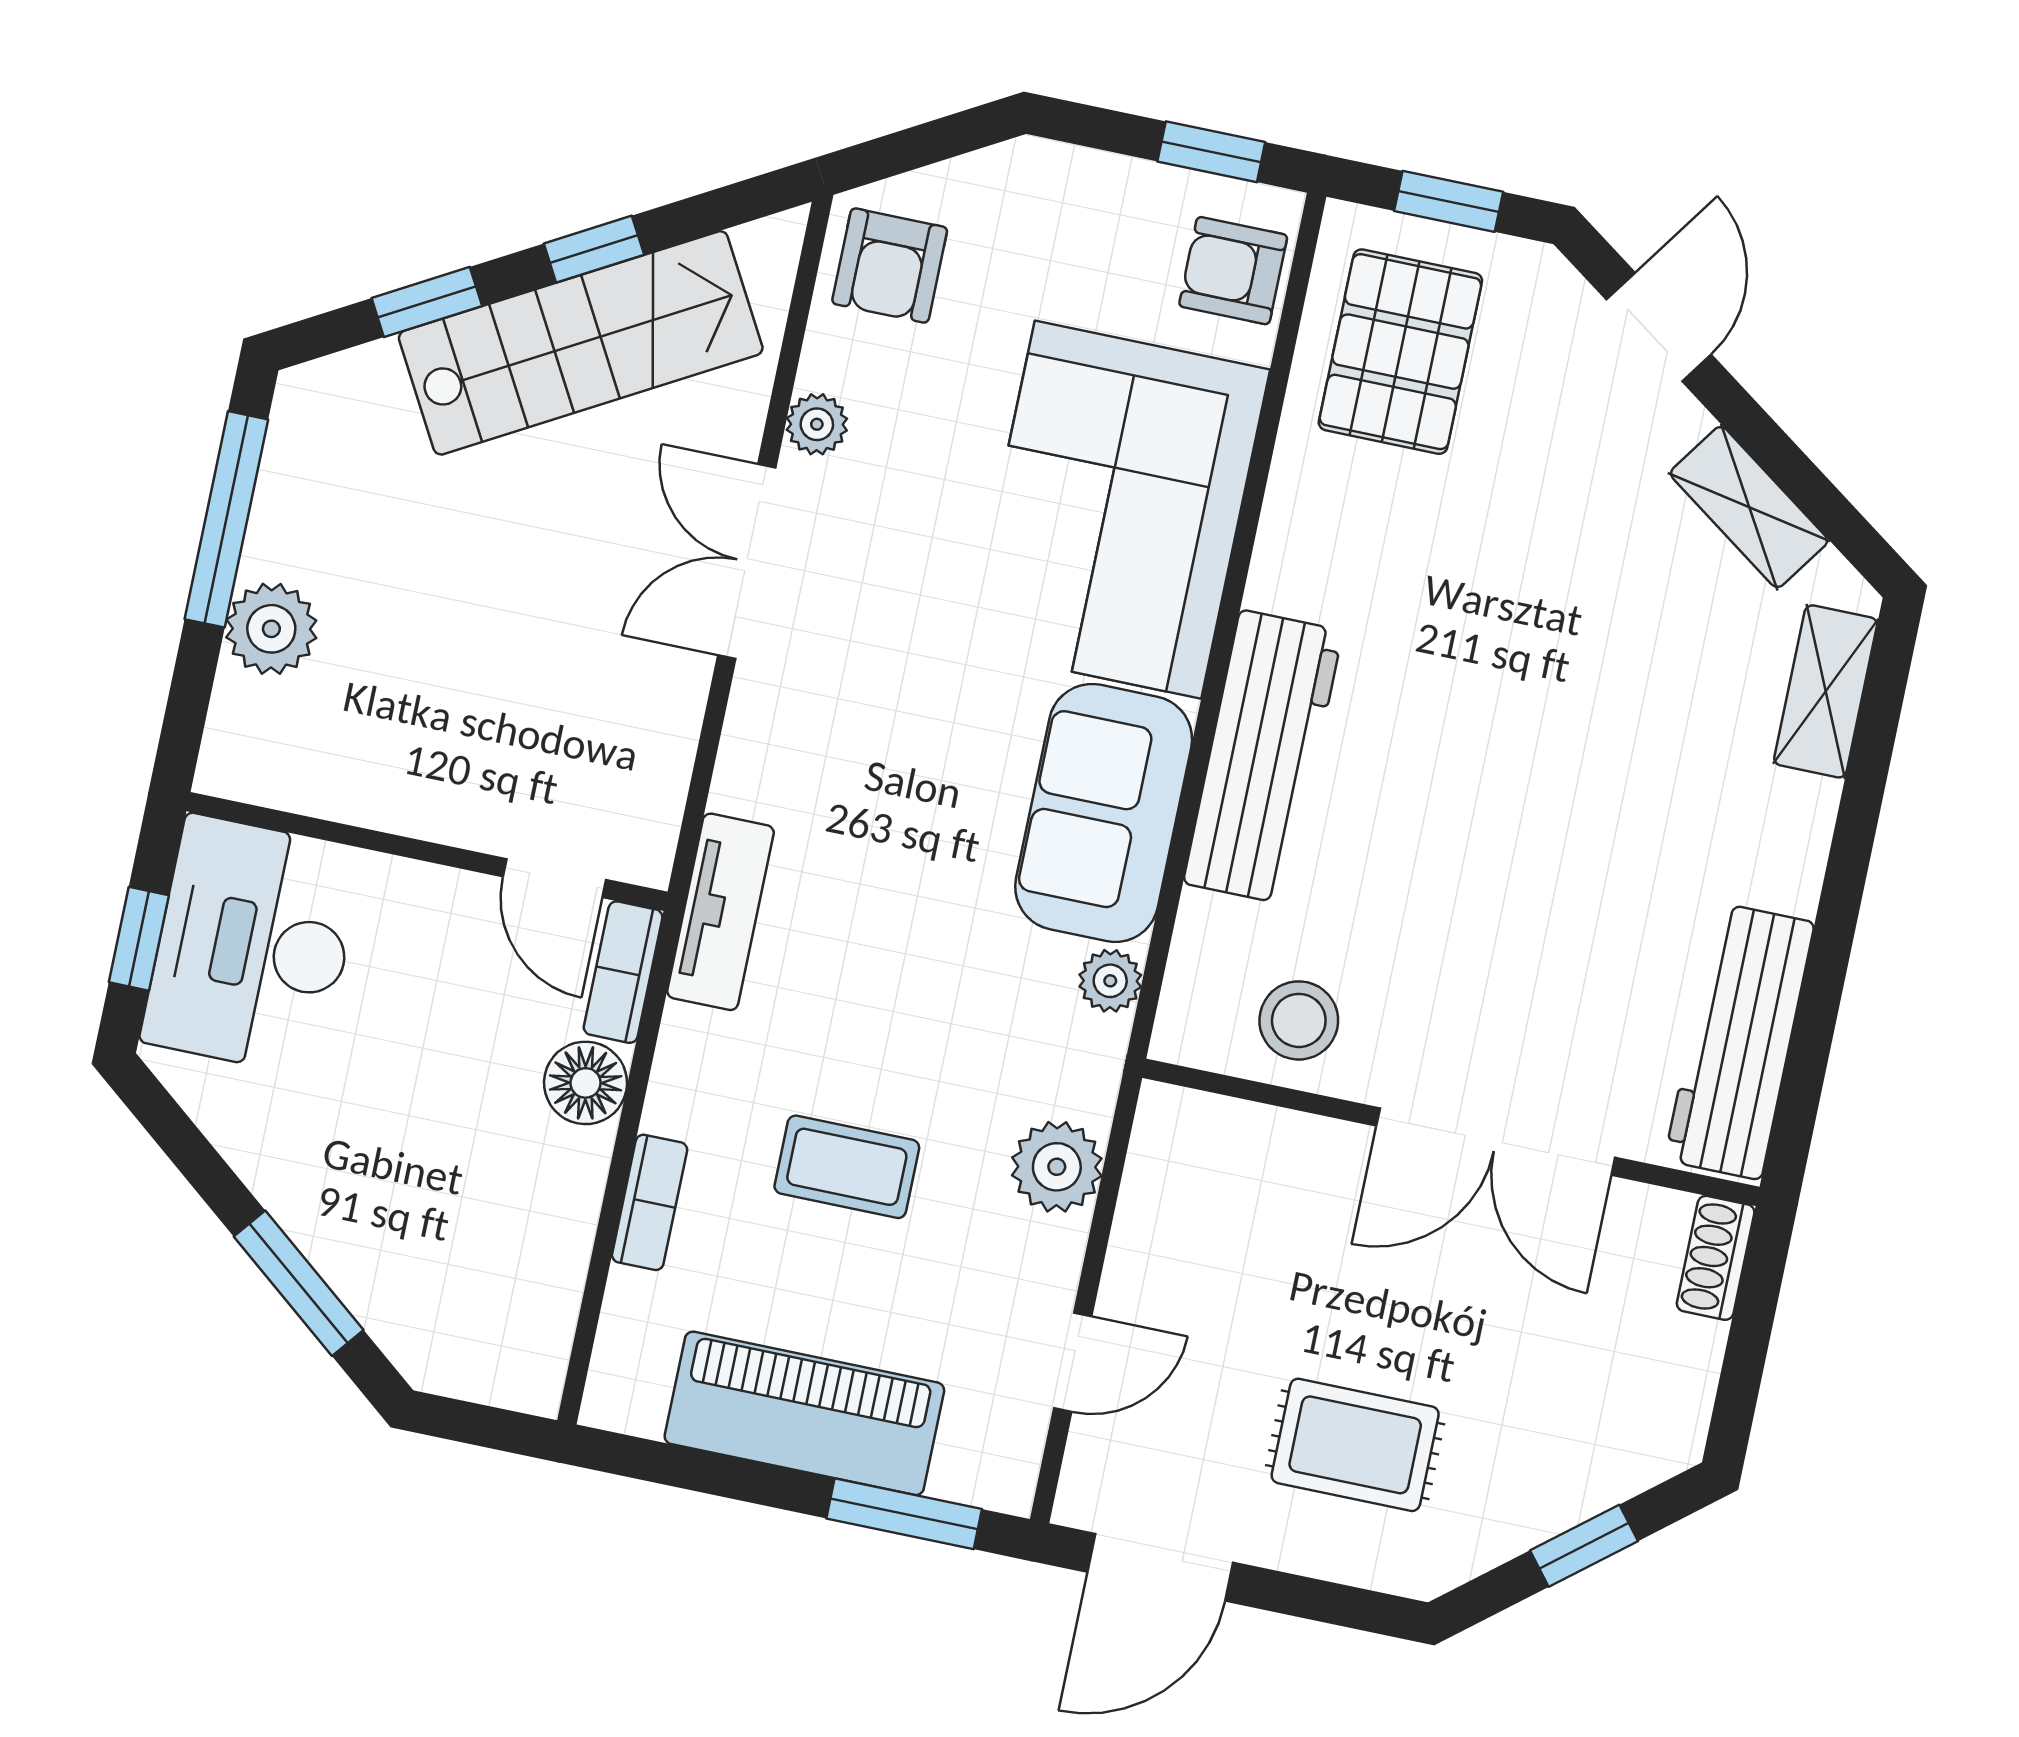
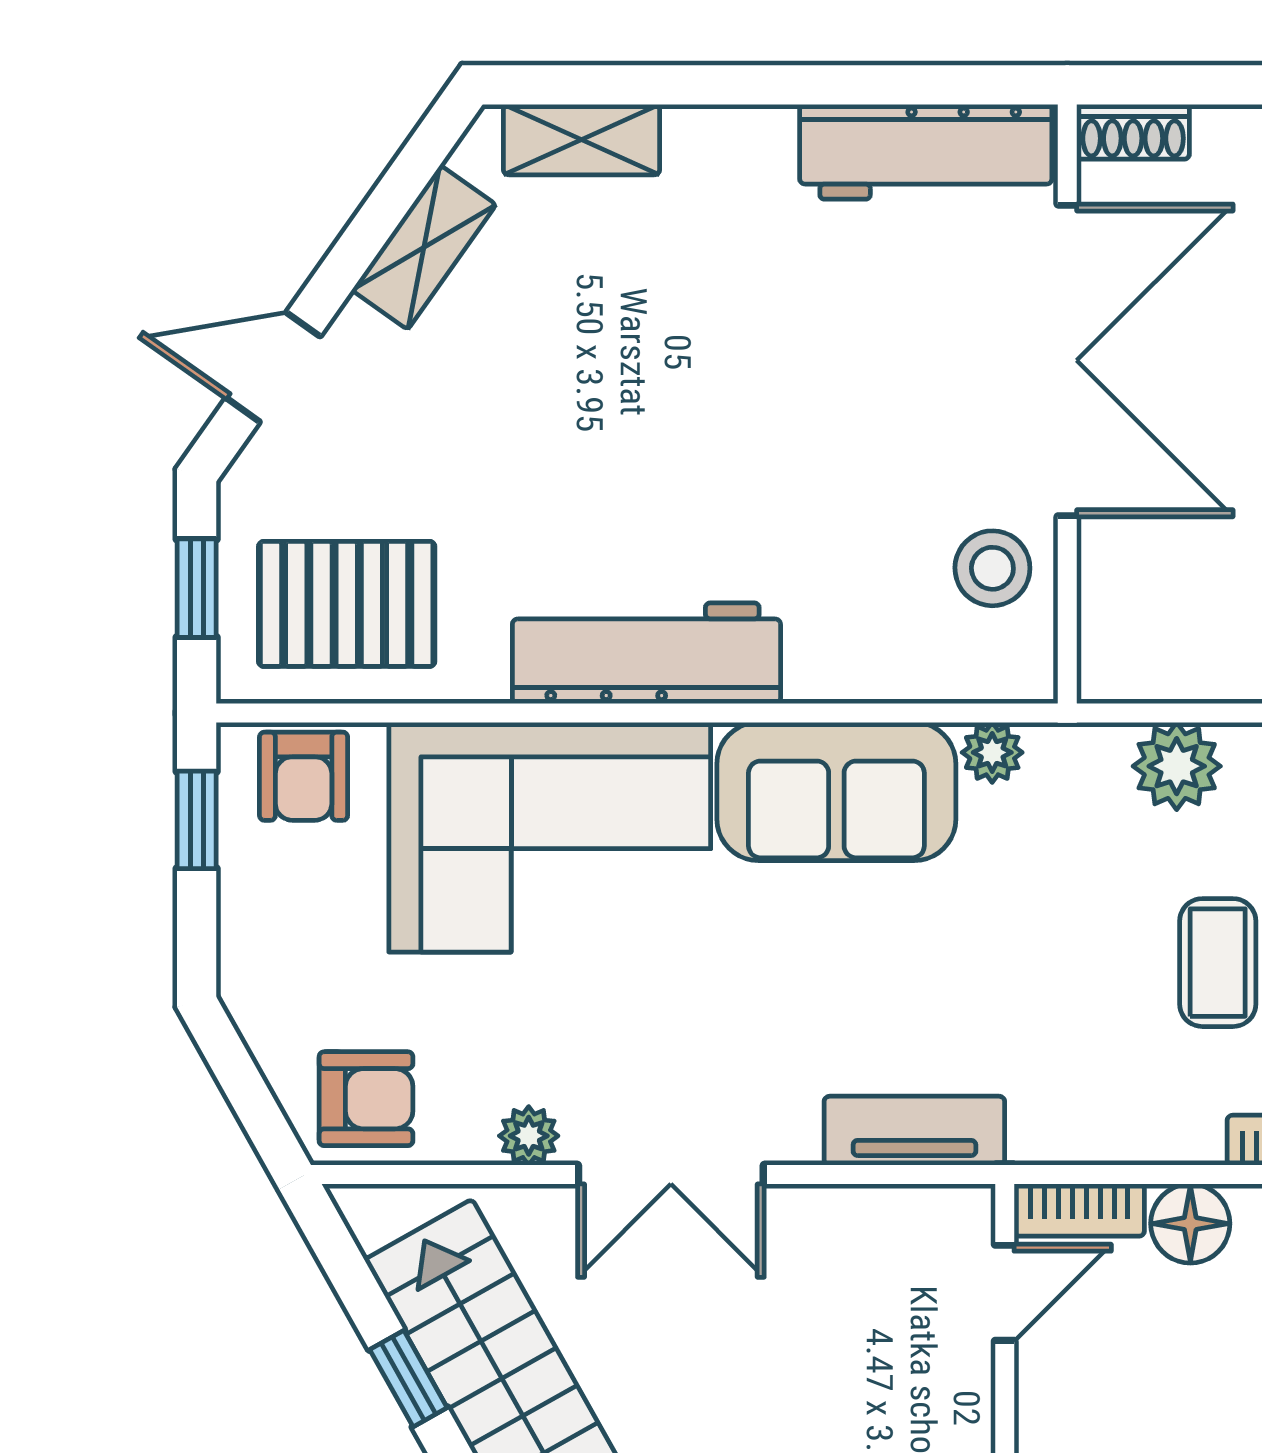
workbench: (1263, 757) -> (646, 653), moved
tv unit: (720, 912) -> (914, 1131), moved
double door: (1496, 1142) -> (1067, 360), width x1.36

